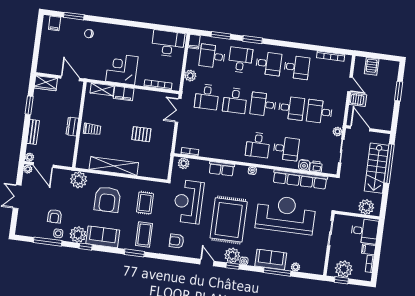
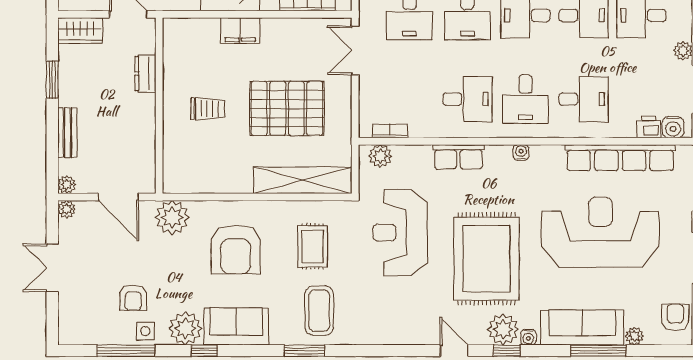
shelving: (102, 89) -> (196, 28), removed
dresser: (72, 126) -> (145, 74), moved
trolley: (92, 129) -> (208, 109), moved
pallet: (141, 134) -> (287, 108), width x2.05, depth x2.00
desk: (230, 141) -> (467, 99), added
door: (43, 165) -> (118, 197), moved
water cooler: (304, 165) -> (673, 127), moved
shelving: (114, 166) -> (303, 180), moved
armchair: (177, 241) -> (675, 317), moved, turned 90
sofa: (271, 259) -> (582, 327), width x1.36

